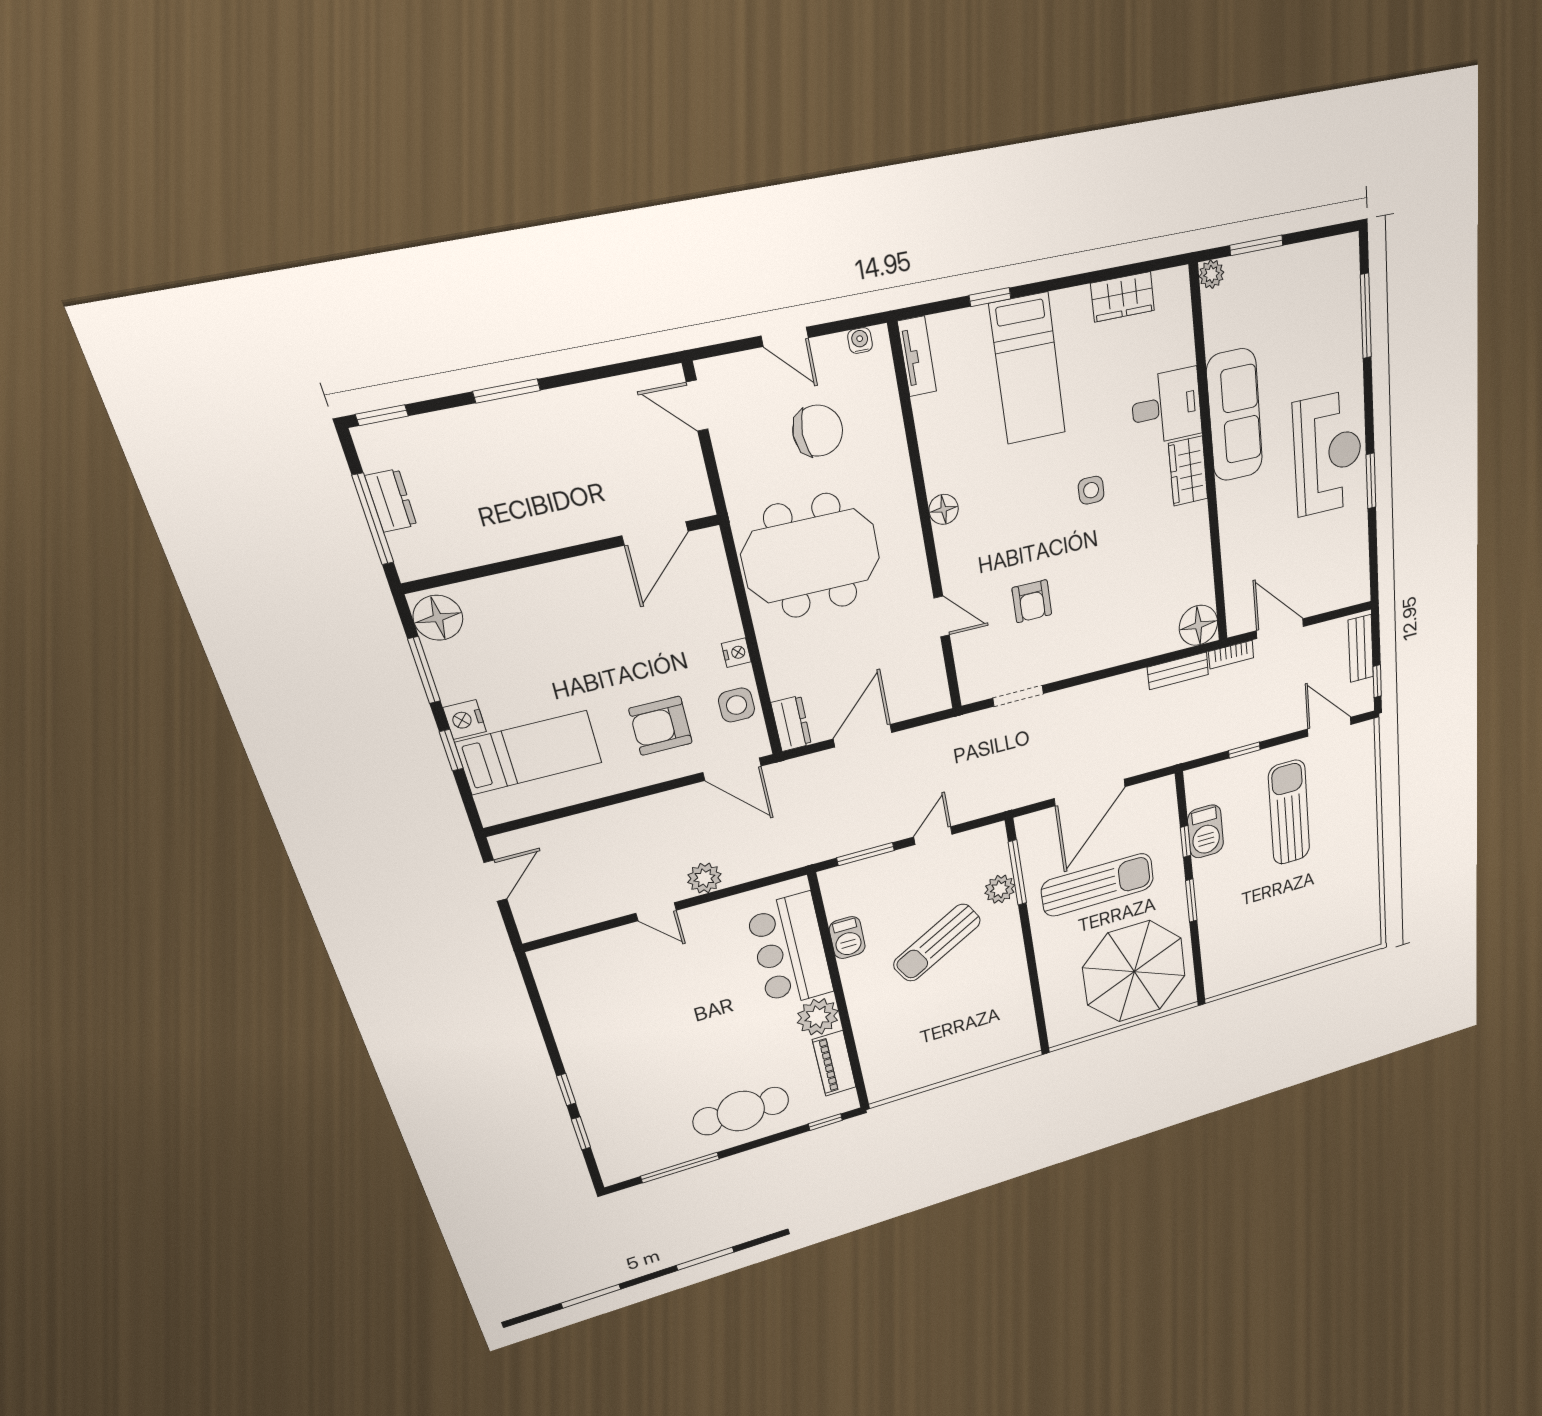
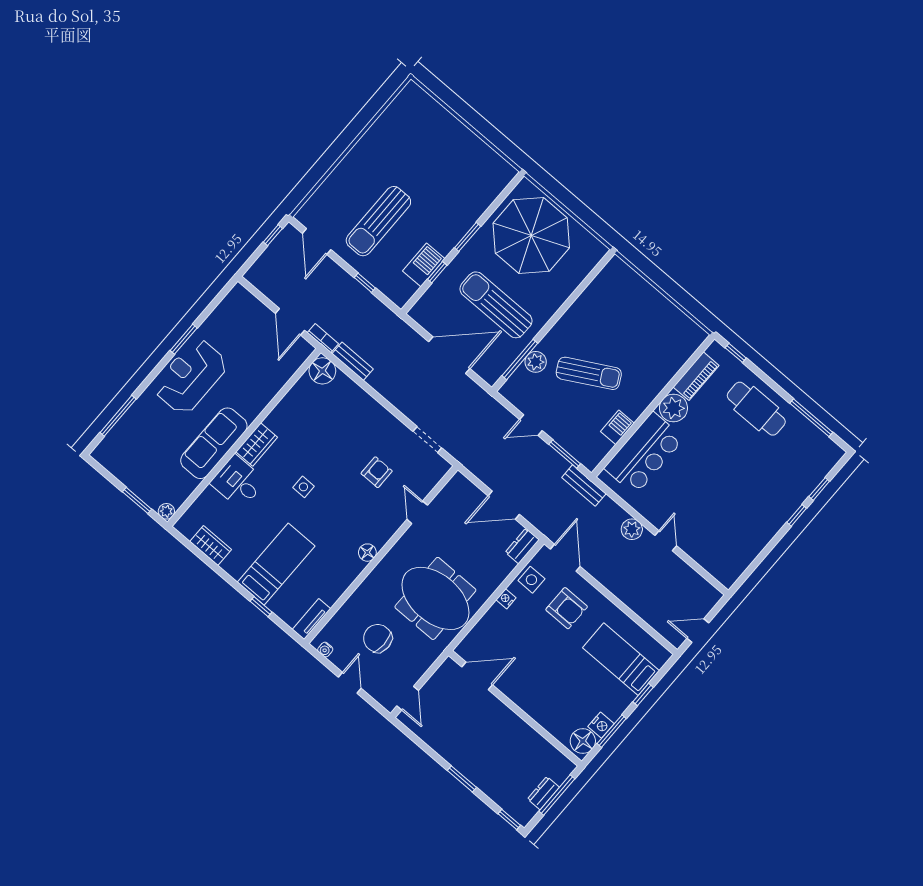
bench: (1361, 649) -> (584, 486), moved, turned 90
nightstand: (465, 720) -> (601, 725), moved

